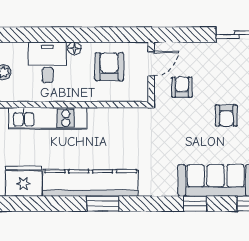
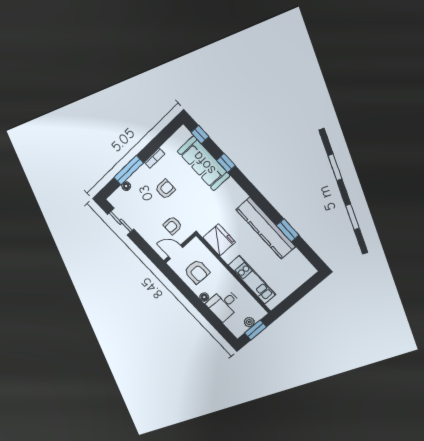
armchair: (109, 67) -> (197, 272), turned -90
fridge: (24, 181) -> (219, 240), moved, turned 180
window: (103, 204) -> (288, 230), moved

